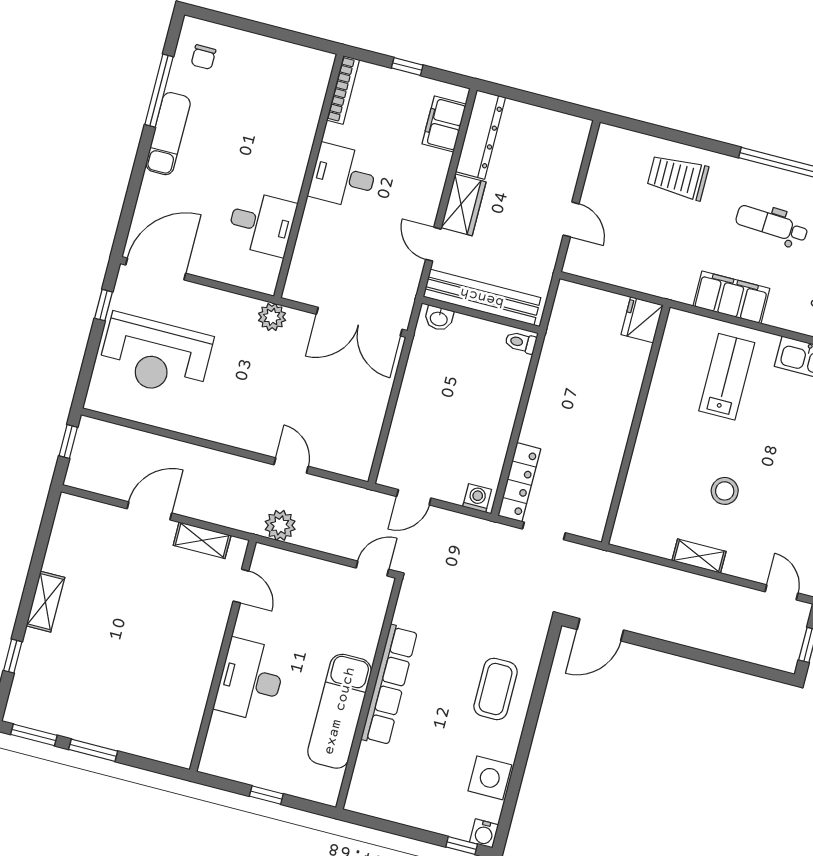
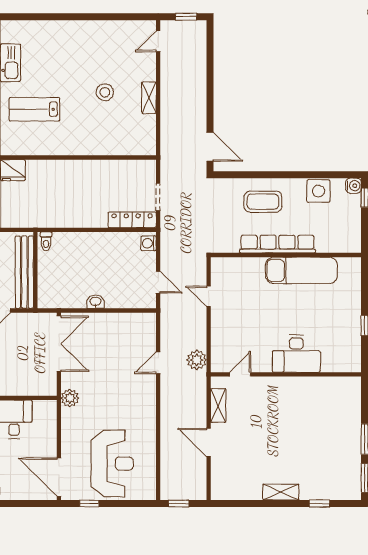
washbasin: (439, 318) -> (96, 302), moved, turned -90
row of seats: (389, 685) -> (277, 244), moved
wall: (369, 694) -> (286, 255), moved
exam couch: (340, 711) -> (301, 270), moved

